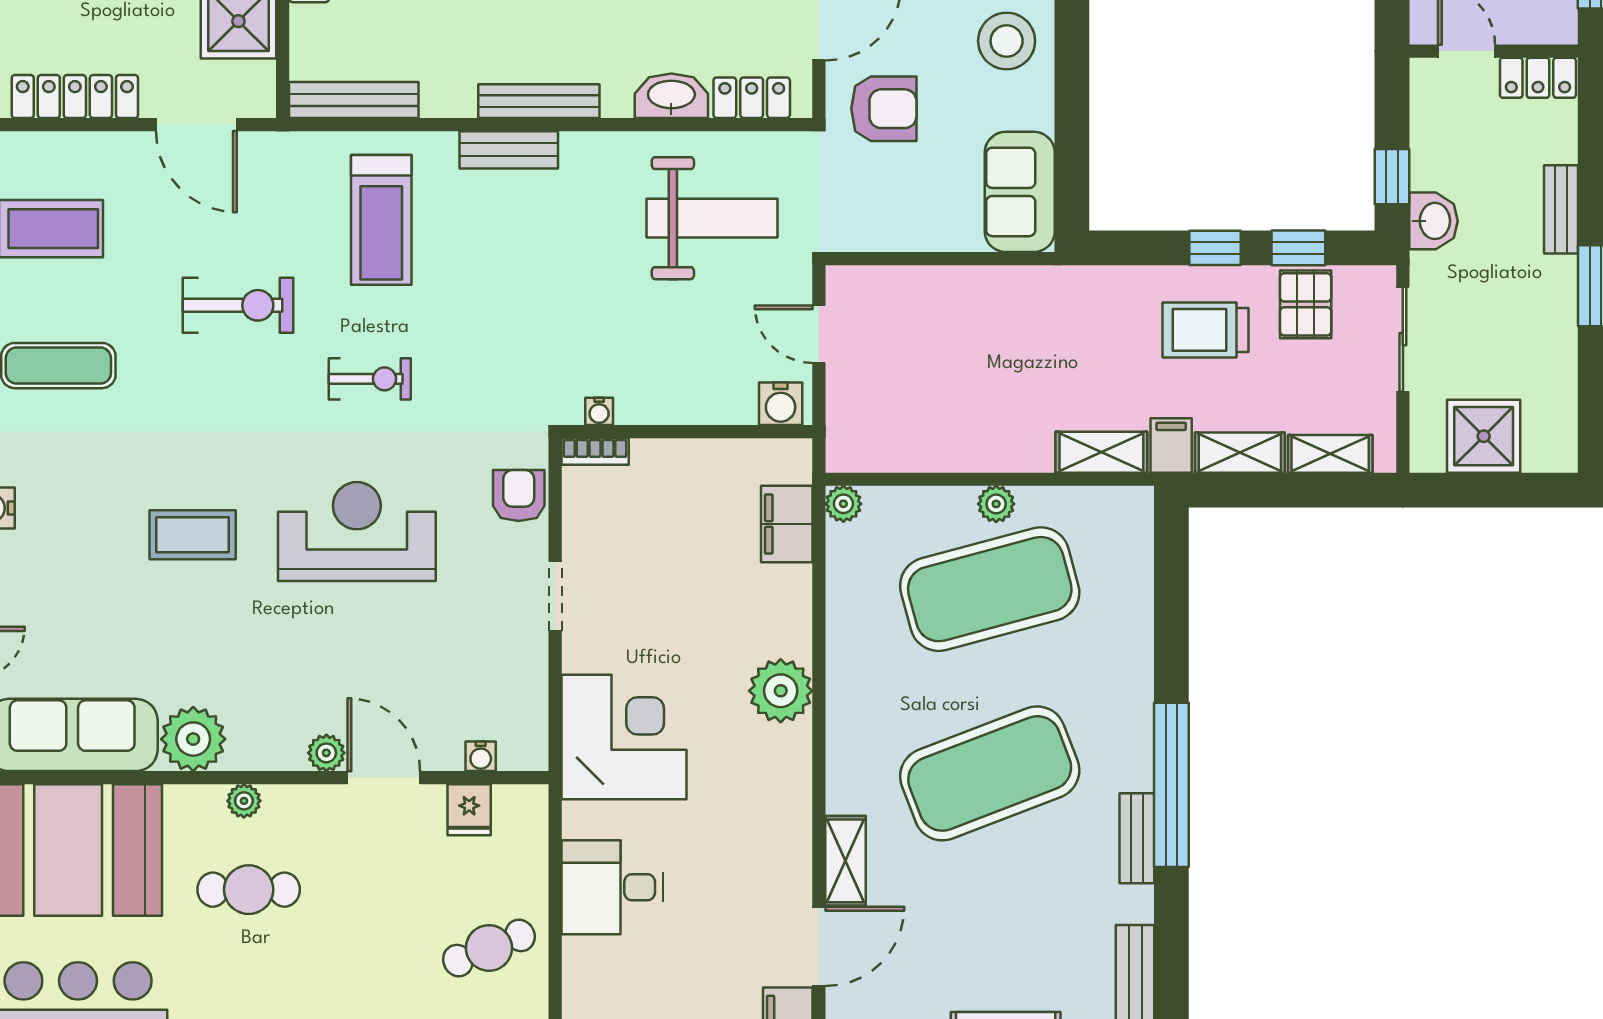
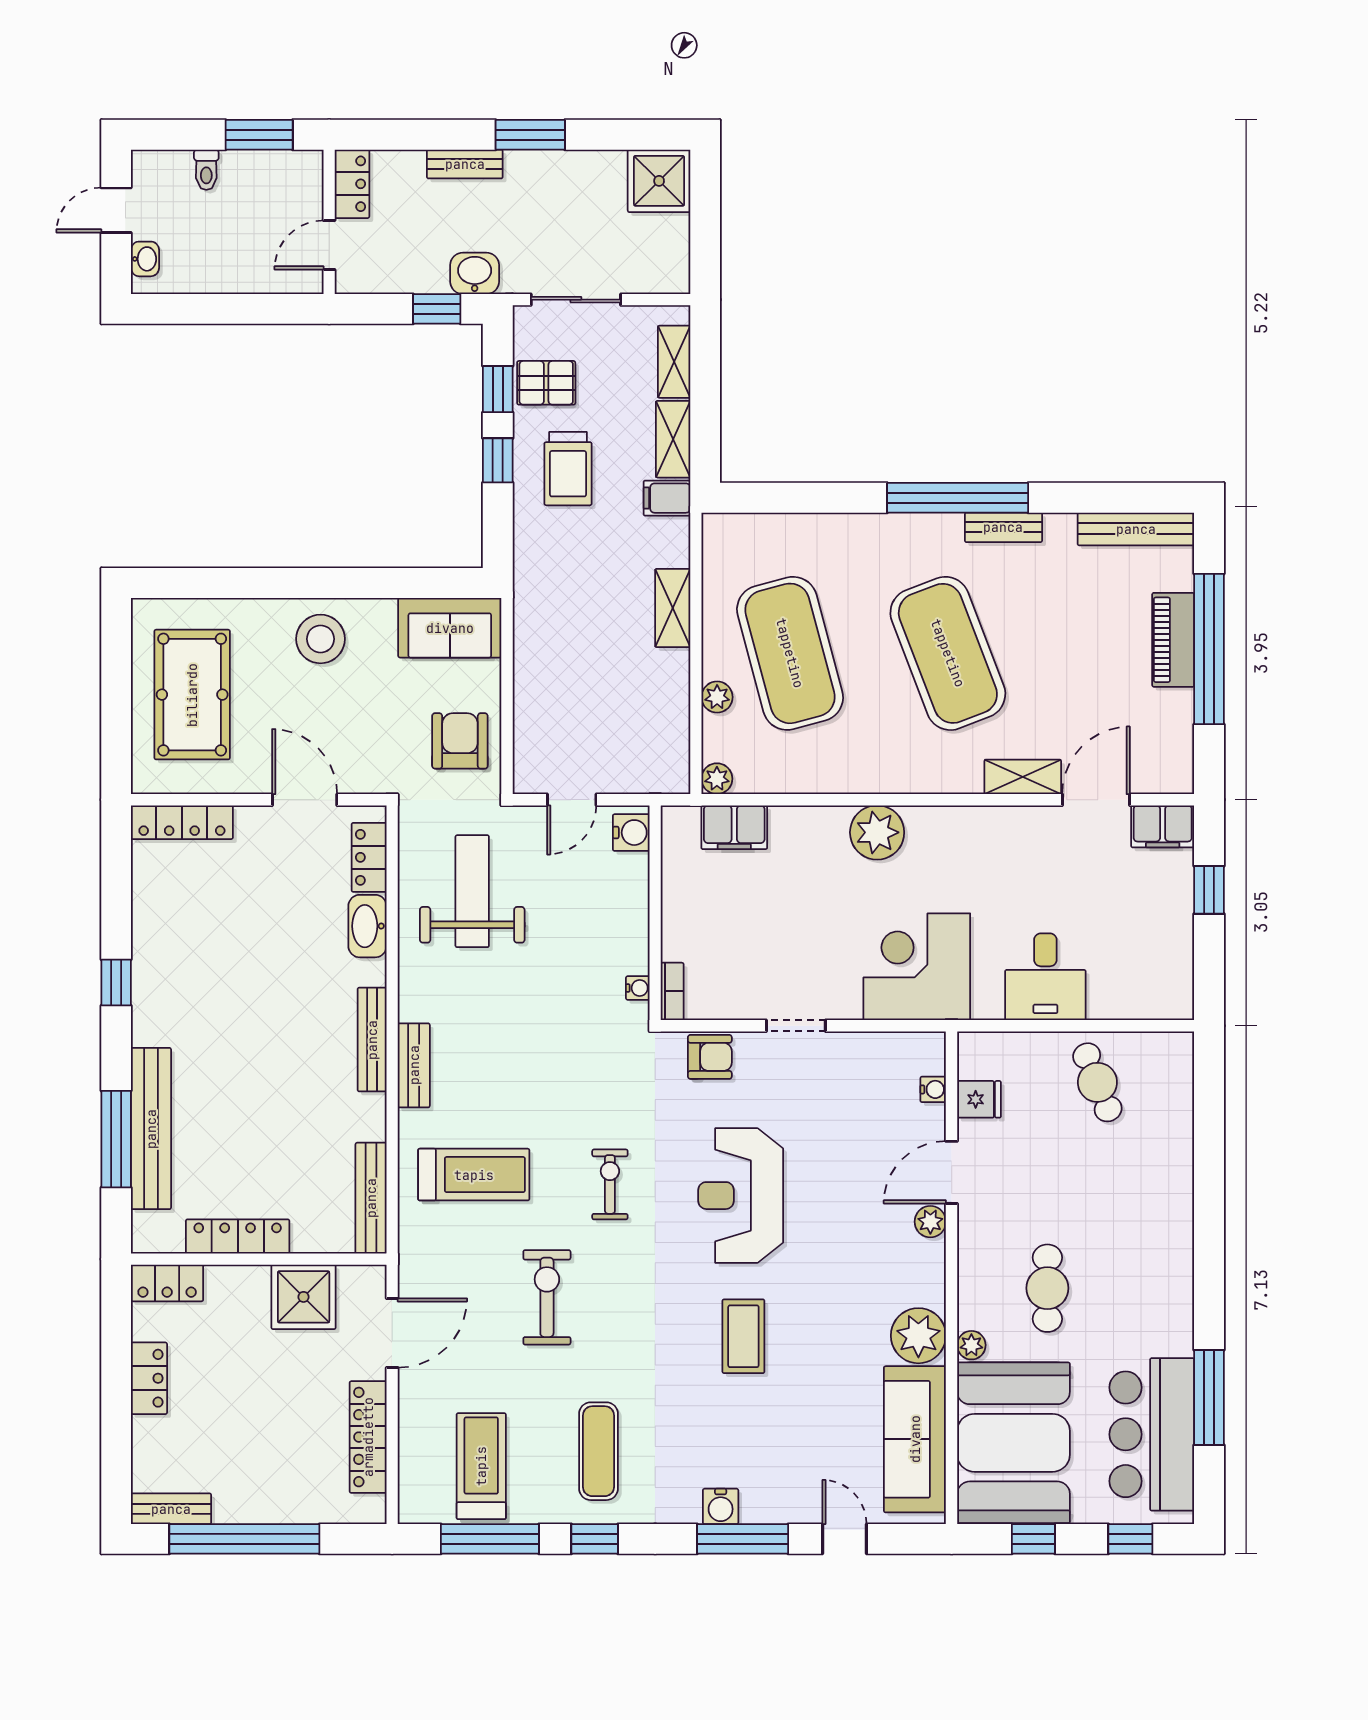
armchair: (884, 109) -> (460, 741), moved
shower: (1484, 436) -> (659, 181), moved
shelving: (1101, 452) -> (673, 608), moved
armchair: (519, 496) -> (710, 1057), turned 180
plant: (996, 504) -> (717, 697), moved
plant: (244, 801) -> (971, 1345), moved
door: (819, 946) -> (1096, 800), hinge flipped

